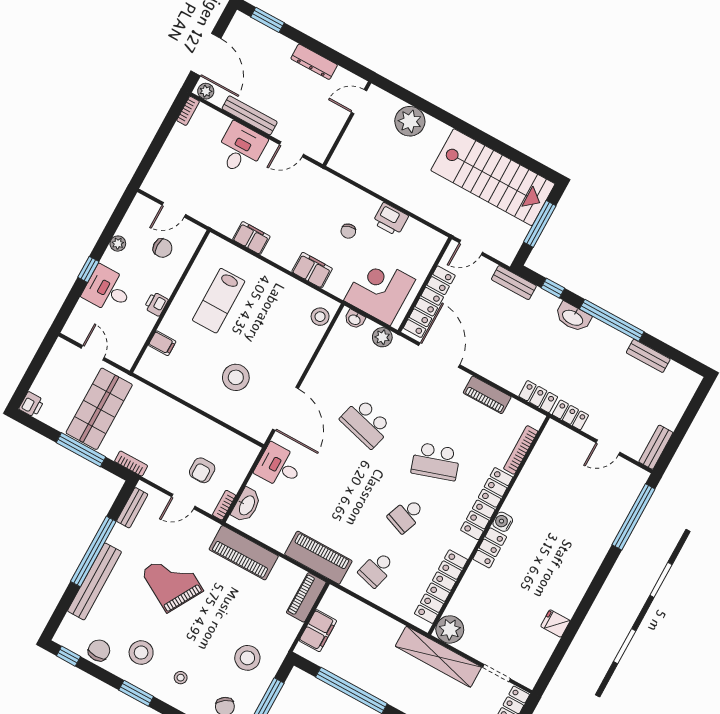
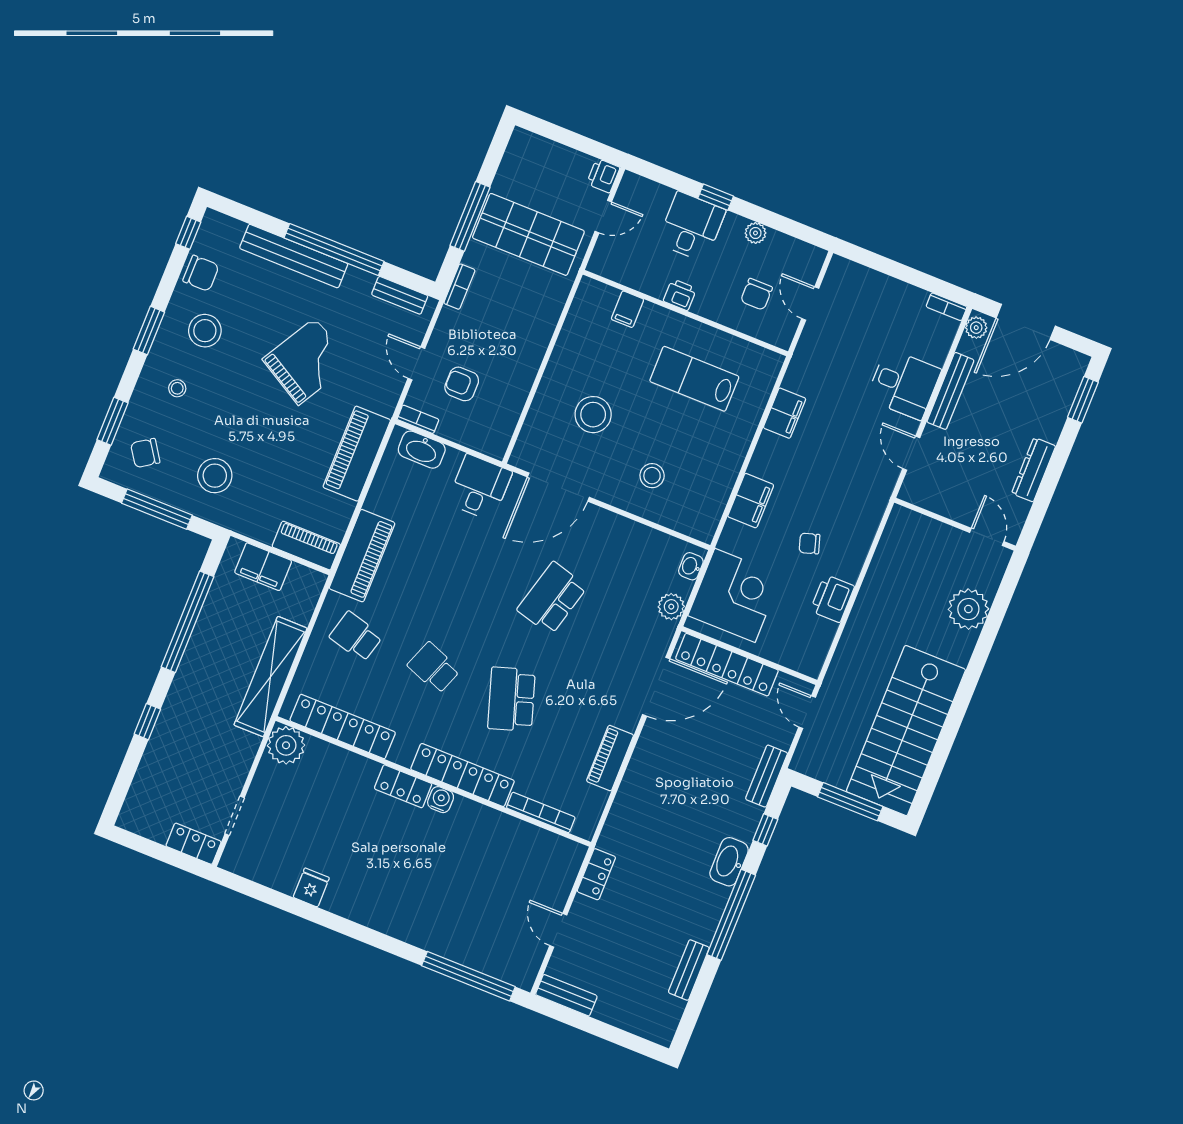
stool: (320, 317) -> (652, 476), moved
locker: (538, 397) -> (616, 828), removed
printer: (32, 404) -> (603, 176), moved, turned 90
shelving: (438, 657) -> (271, 677), moved

